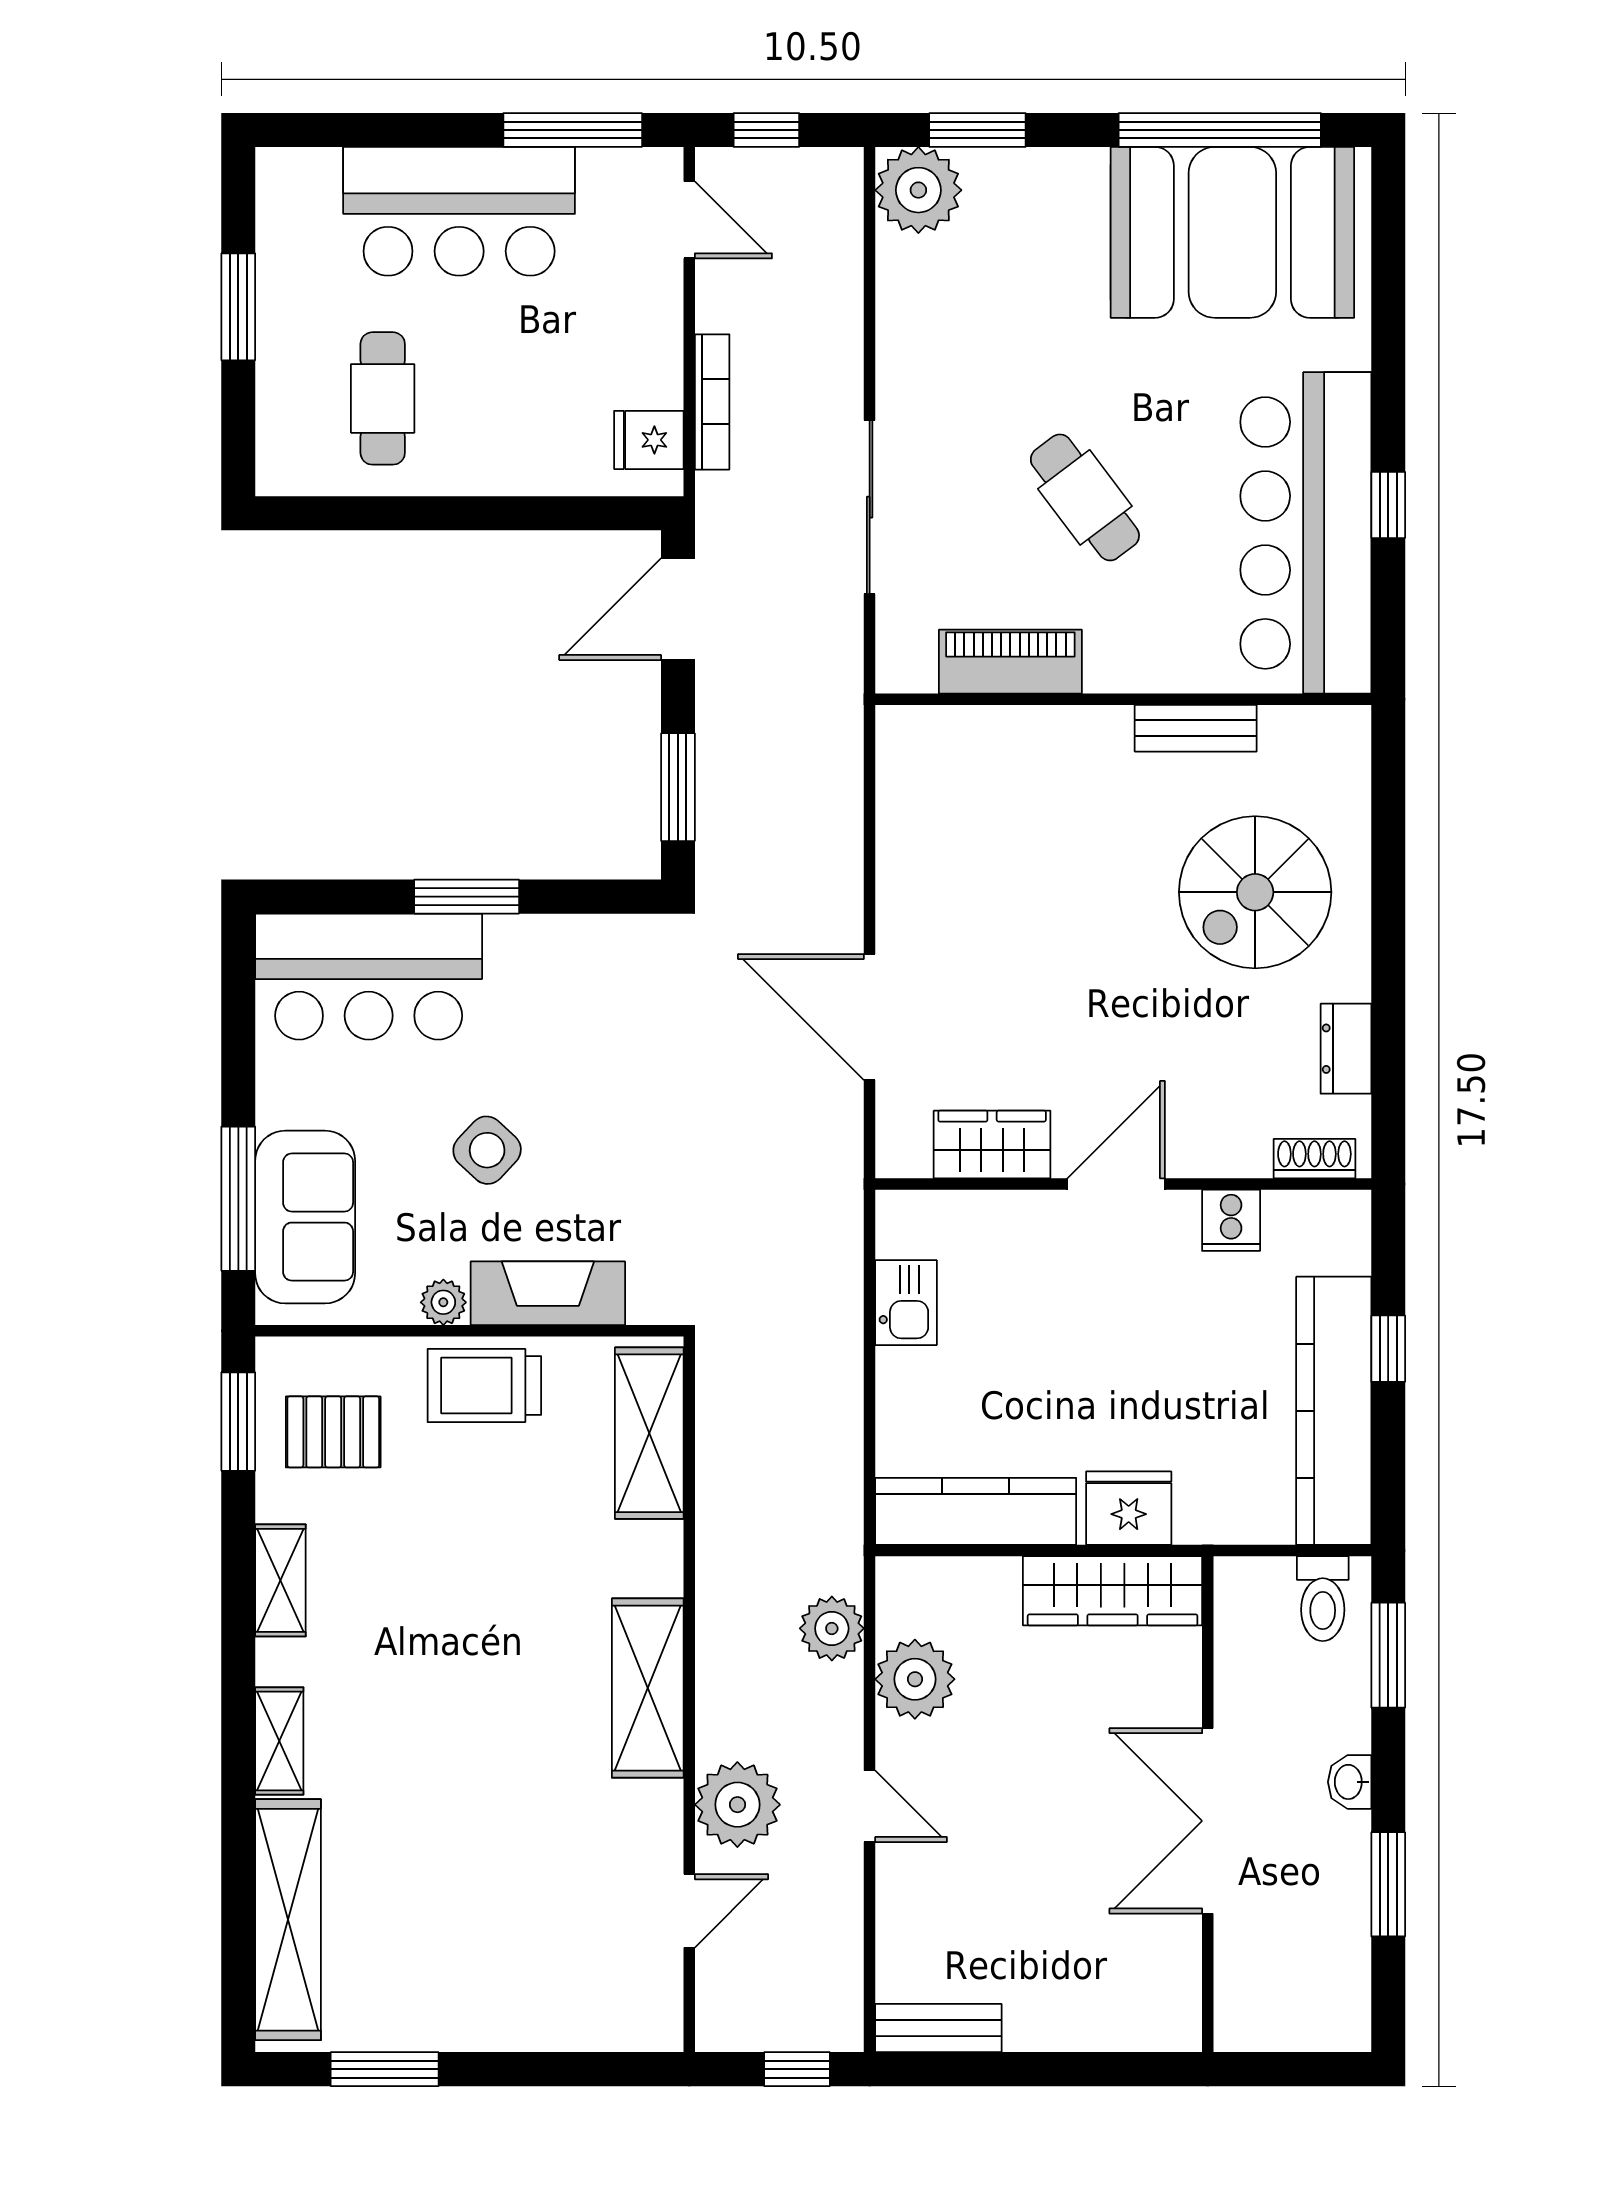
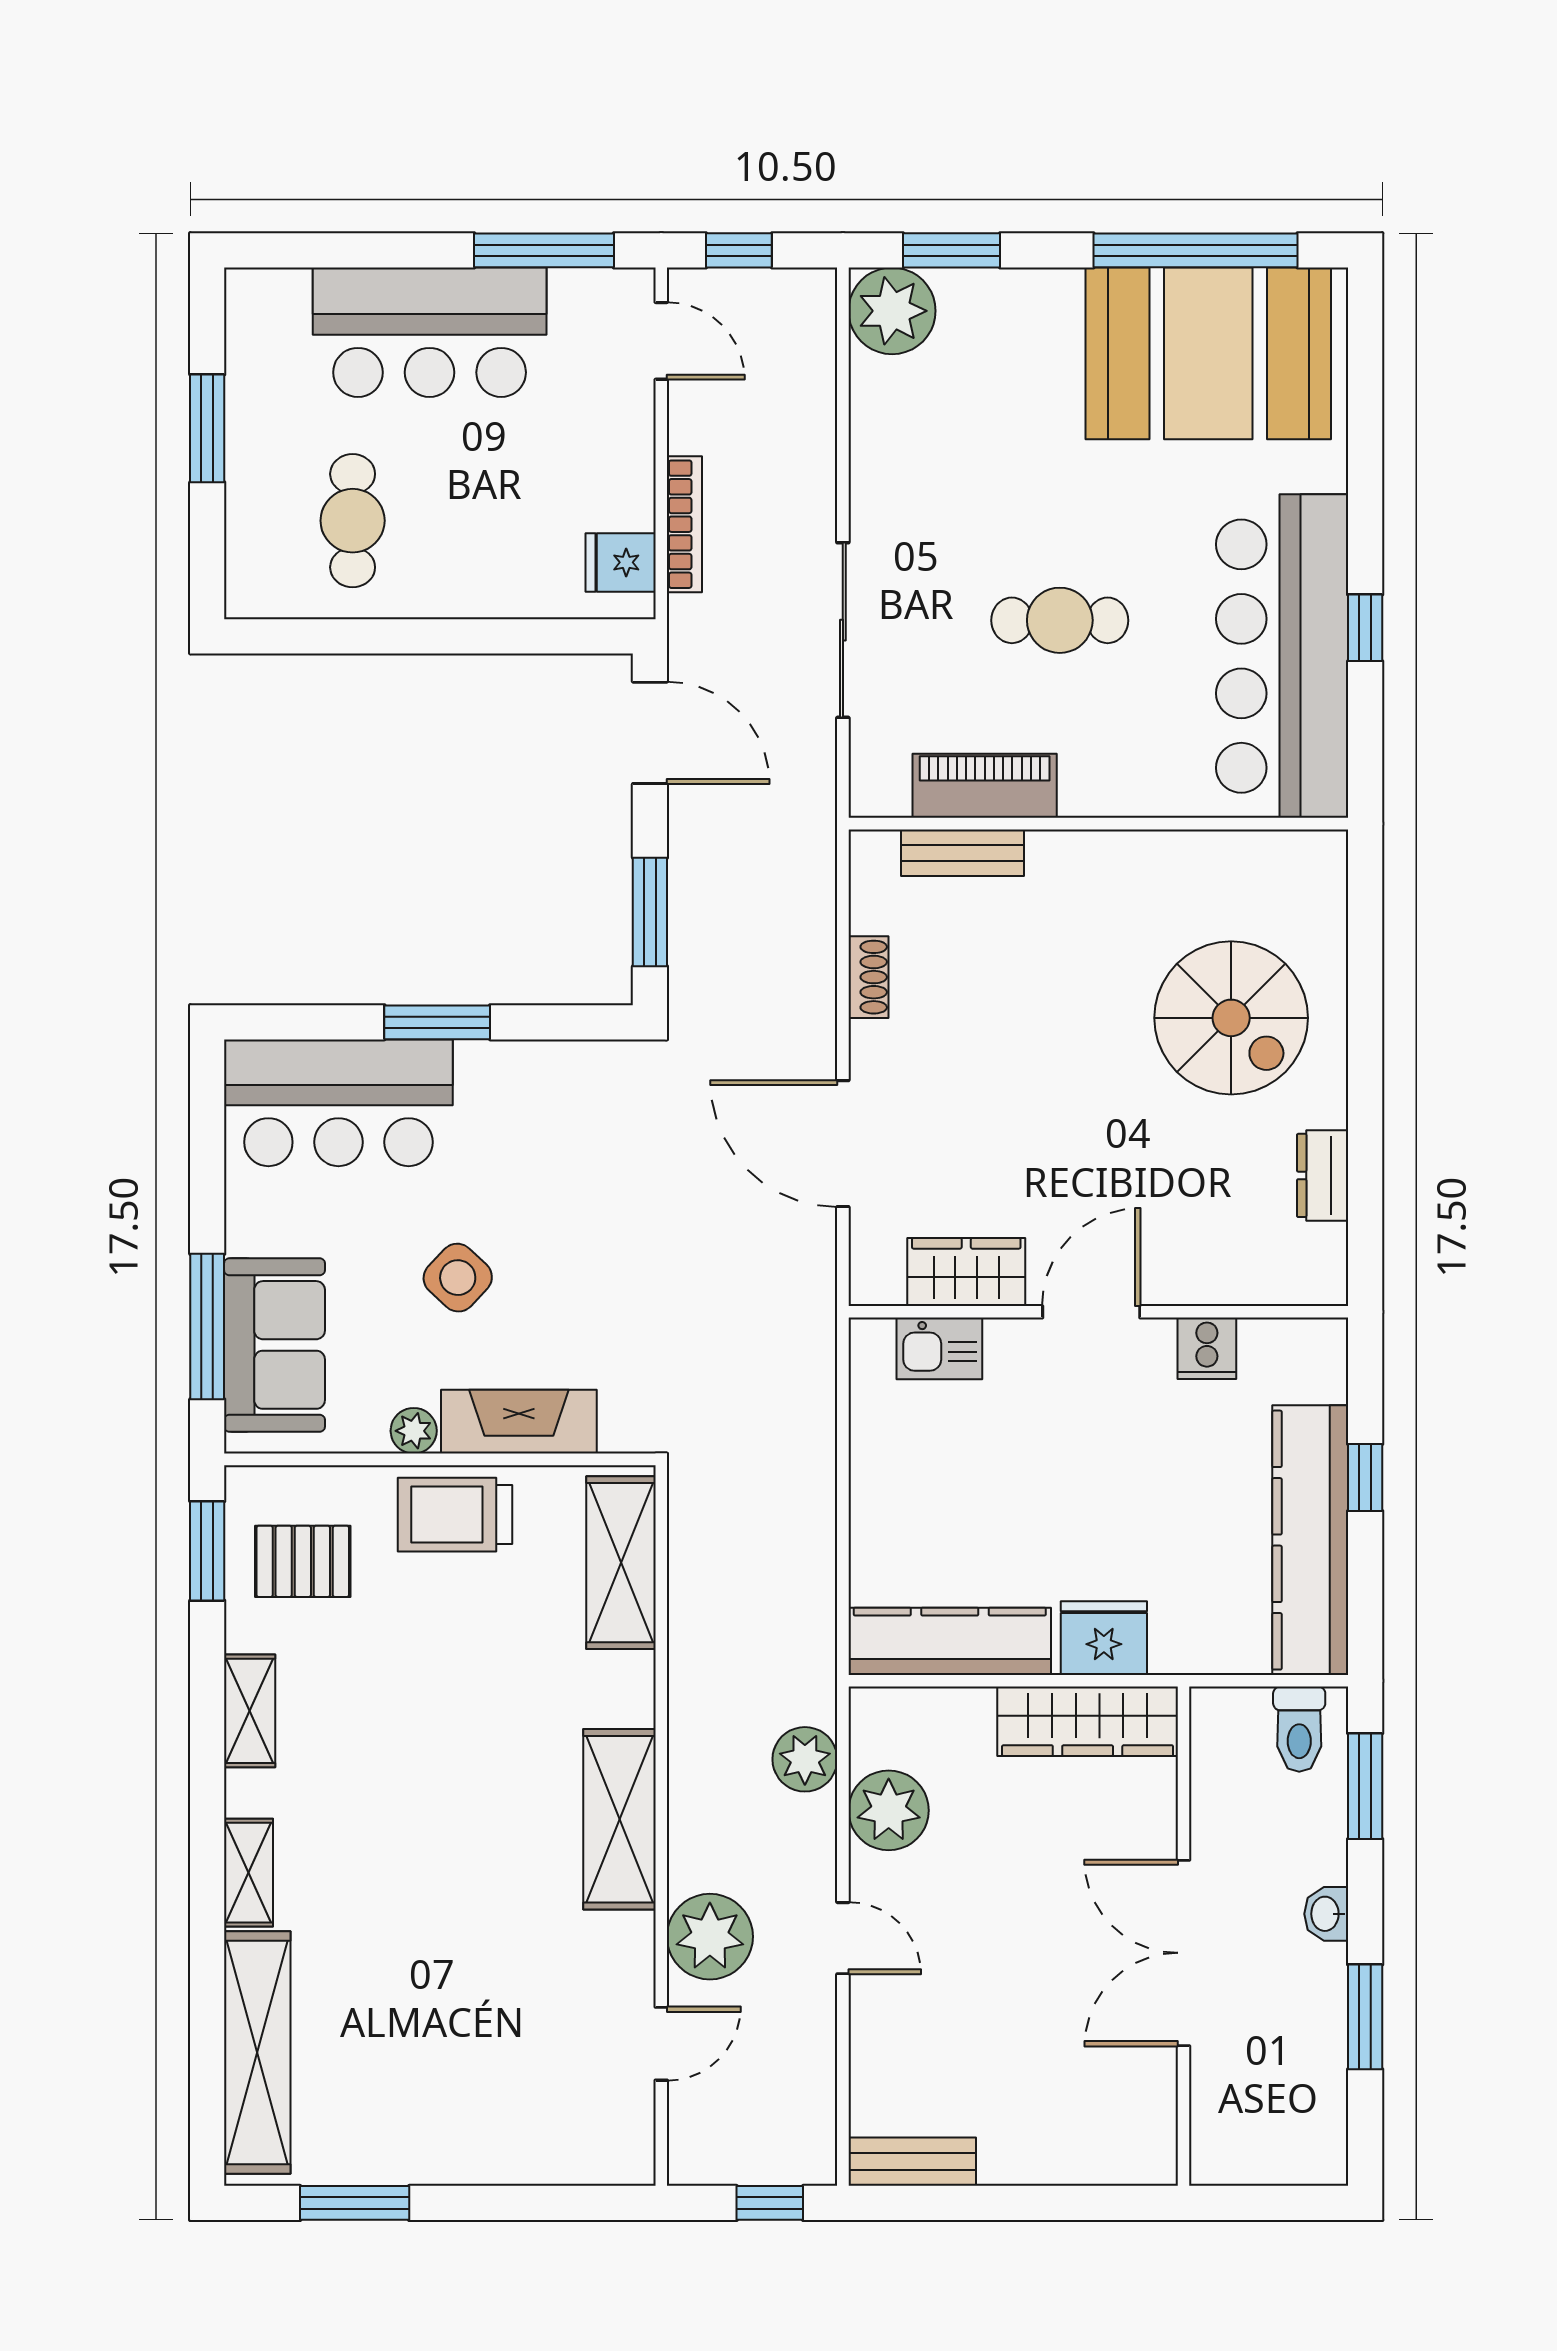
cafe table: (1085, 497) -> (1060, 620), turned -53
door: (678, 609) -> (650, 733), swing flipped
bench: (1196, 728) -> (962, 853), moved
spiral stairs: (1255, 892) -> (1231, 1018), turned -90
shoe rack: (1314, 1159) -> (869, 977), moved, turned 90
kitchen sink: (906, 1303) -> (939, 1348), moved, turned 90

